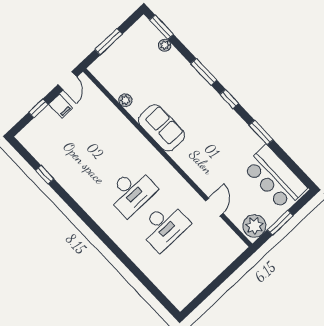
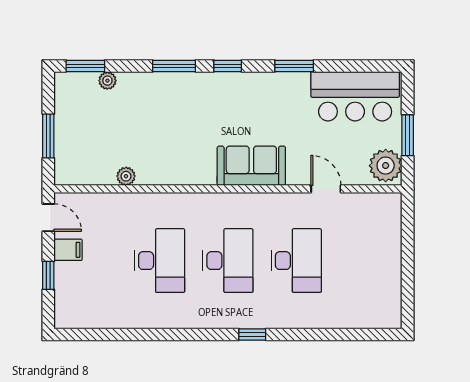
sofa: (162, 128) -> (251, 166), moved
desk: (99, 157) -> (160, 261), added
window: (45, 175) -> (252, 335), moved

